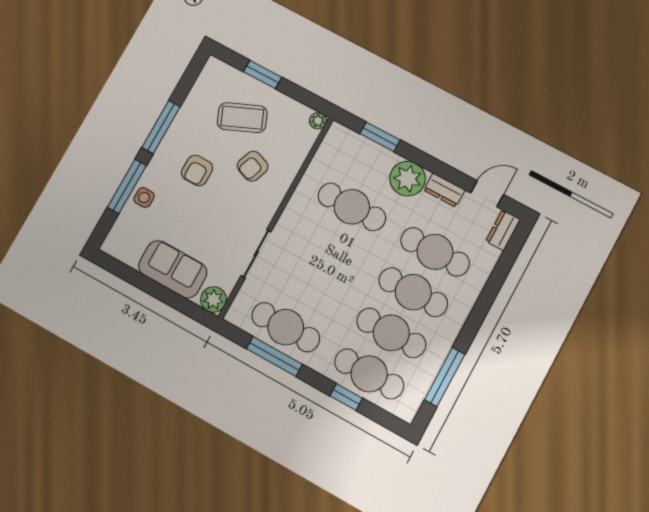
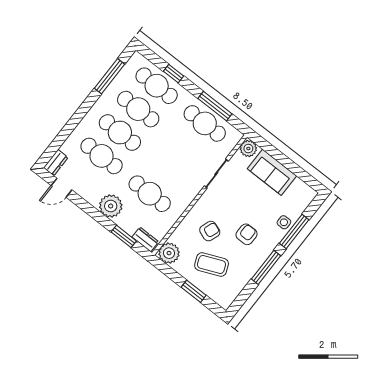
plant: (318, 121) -> (169, 253), width x1.88, depth x1.88
dresser: (444, 190) -> (145, 239), moved

